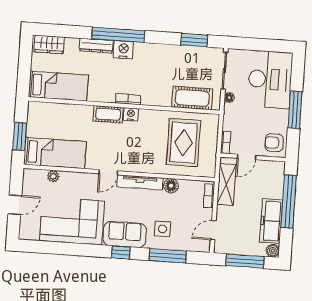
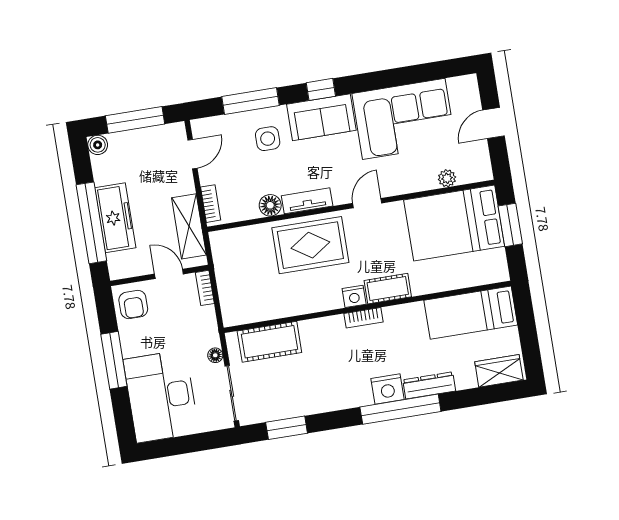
rug: (183, 143) -> (310, 245), moved, turned 90
armchair: (274, 143) -> (133, 304), turned 90
bed: (55, 153) -> (454, 223), width x1.50
door: (247, 157) -> (169, 274), hinge flipped
tv unit: (140, 182) -> (307, 201), width x0.71
freezer: (271, 221) -> (115, 218), moved

